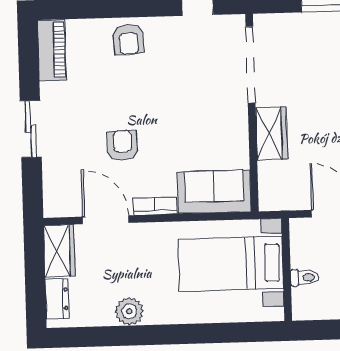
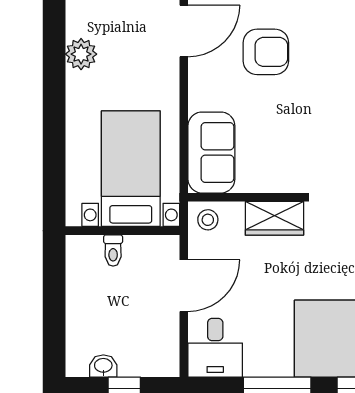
armchair: (122, 146) -> (266, 52), width x1.38, depth x1.38
stool: (275, 193) -> (208, 220), added
bookcase: (155, 206) -> (198, 86), removed

